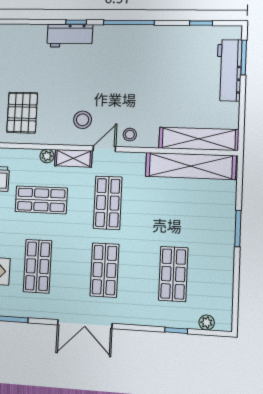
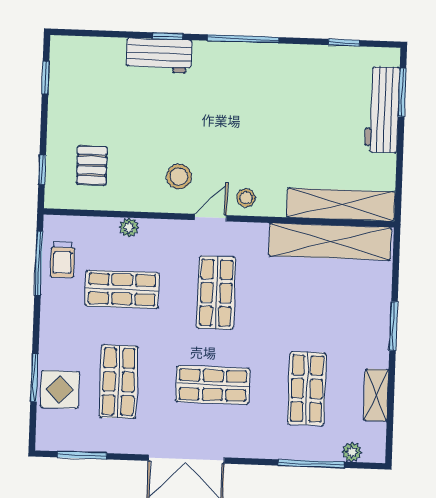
pallet: (22, 113) -> (92, 165), width x0.67, depth x0.71
shelving: (73, 158) -> (376, 395), moved, turned 90
shop shelf: (104, 270) -> (213, 385), turned 90
window: (176, 330) -> (311, 464), width x2.17

